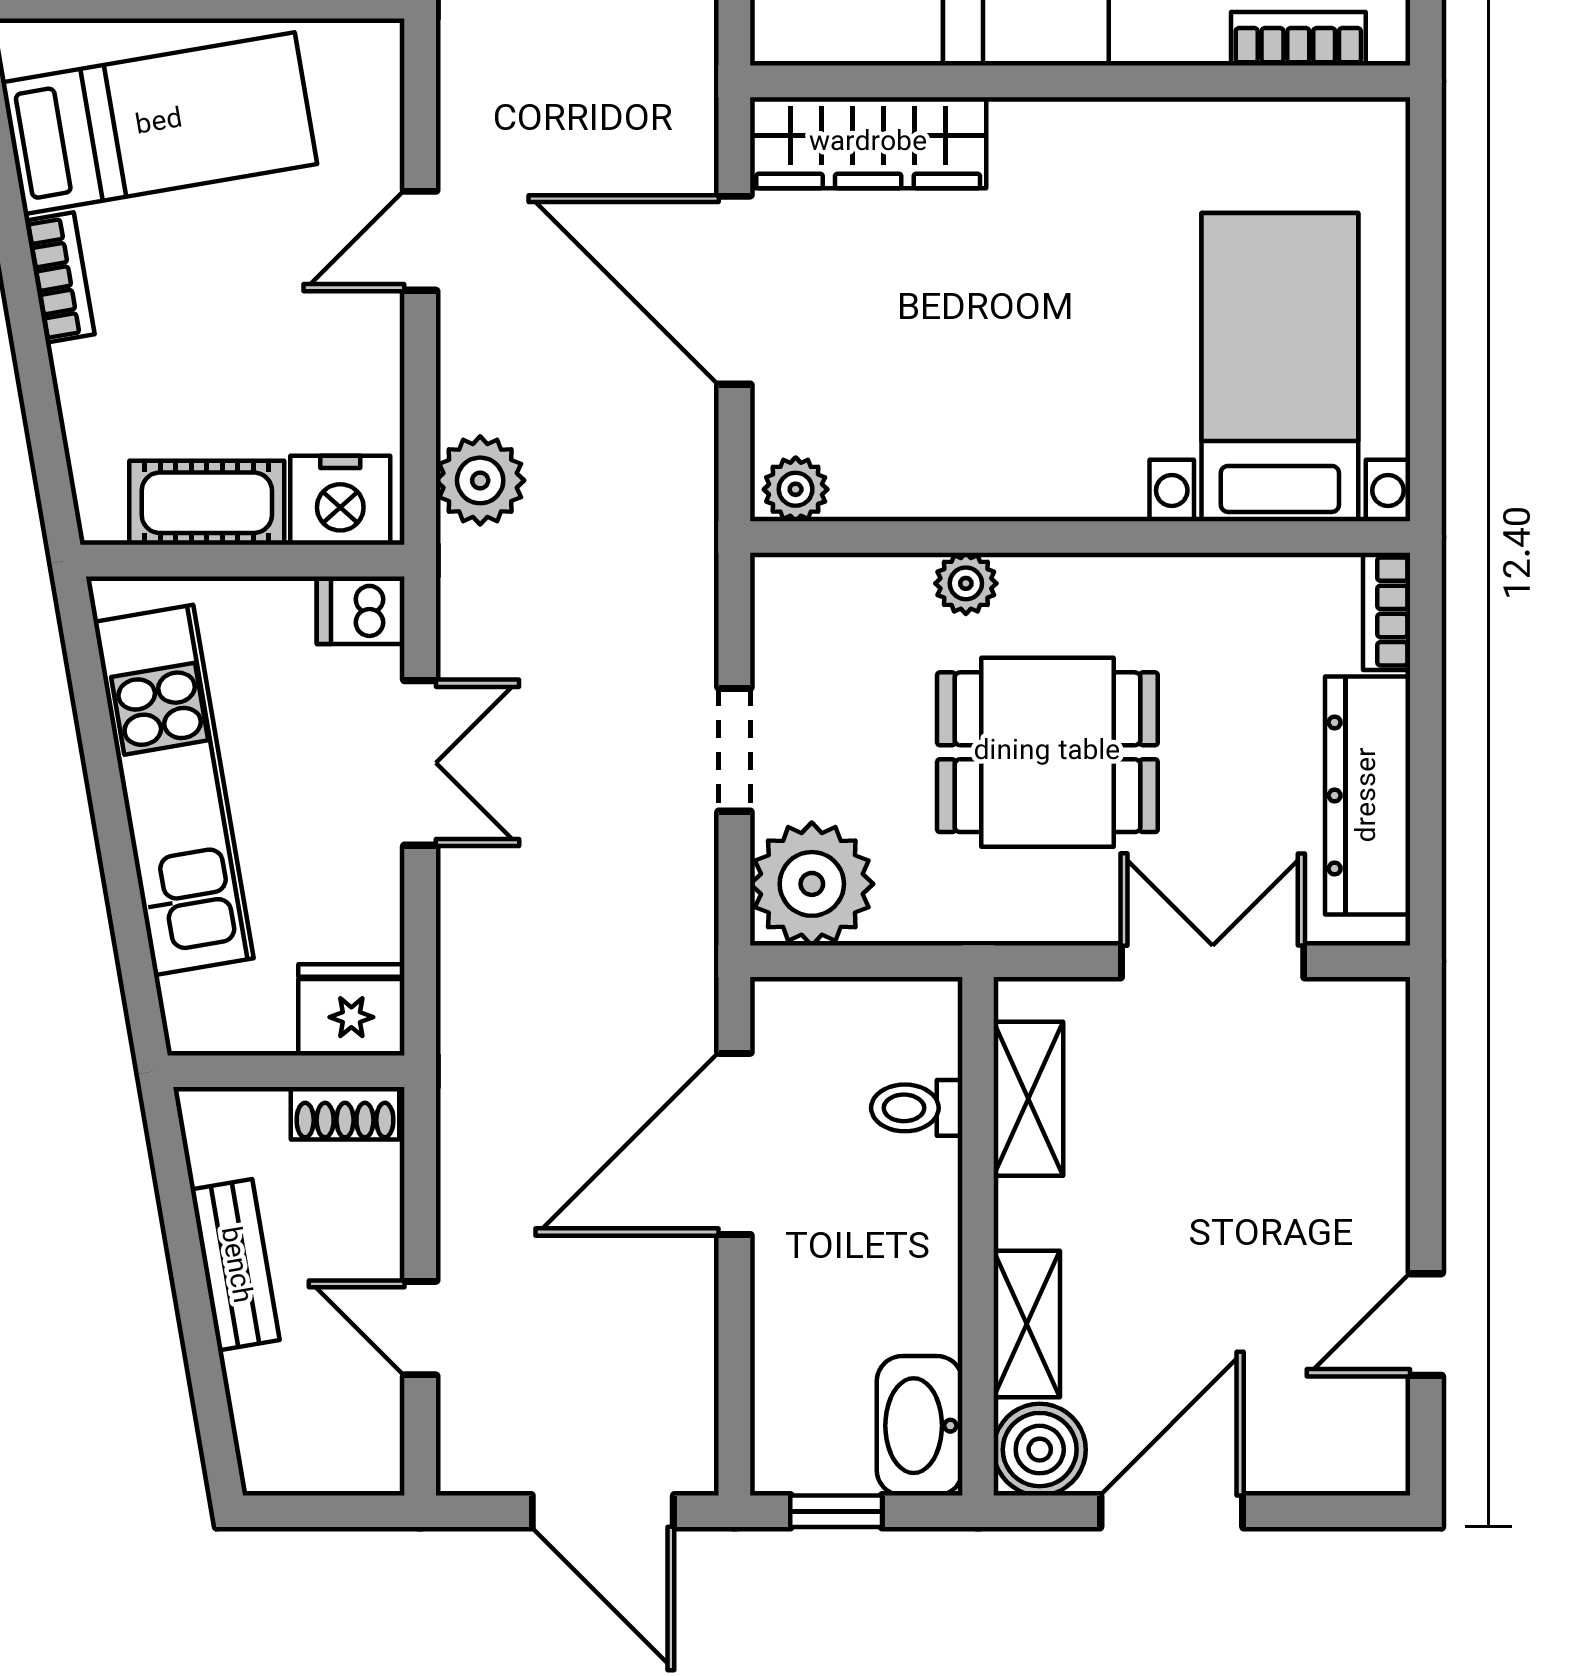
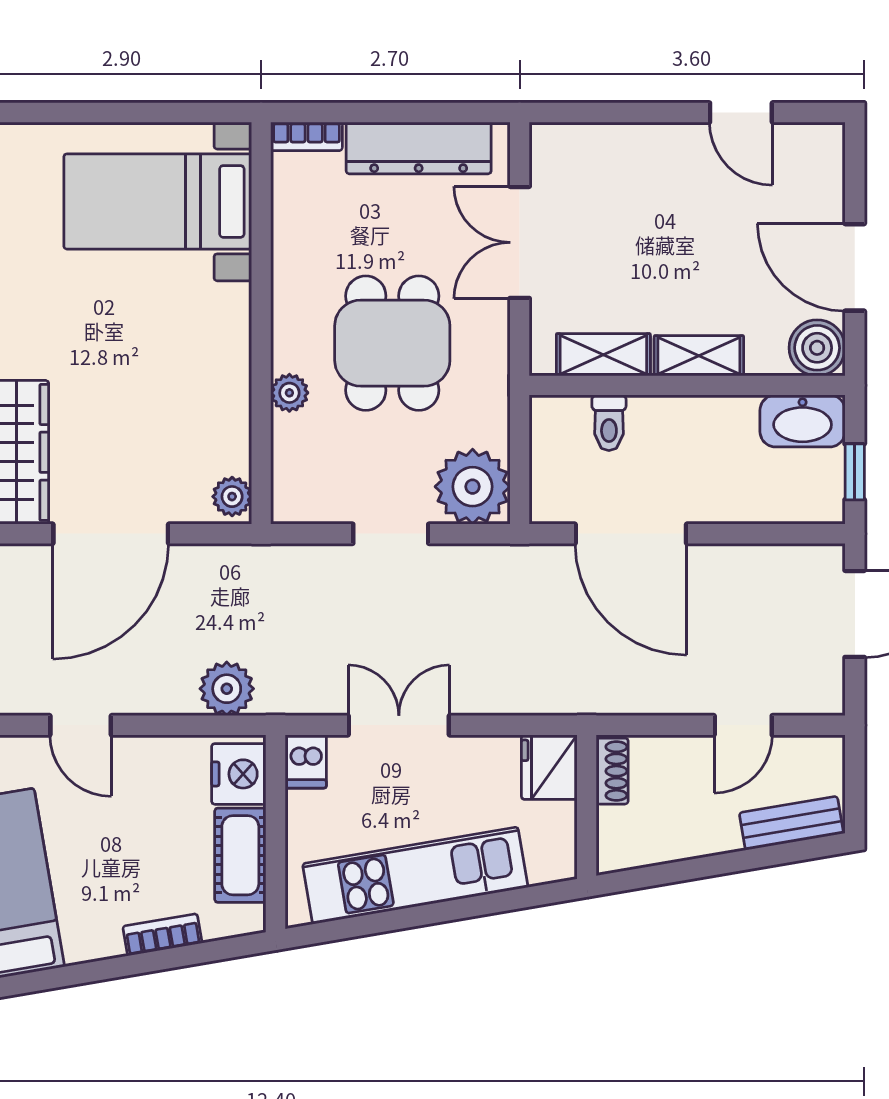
bookcase: (60, 278) -> (162, 935), moved
bench: (235, 1265) -> (791, 823), moved
shelving: (1027, 1324) -> (699, 356), moved

